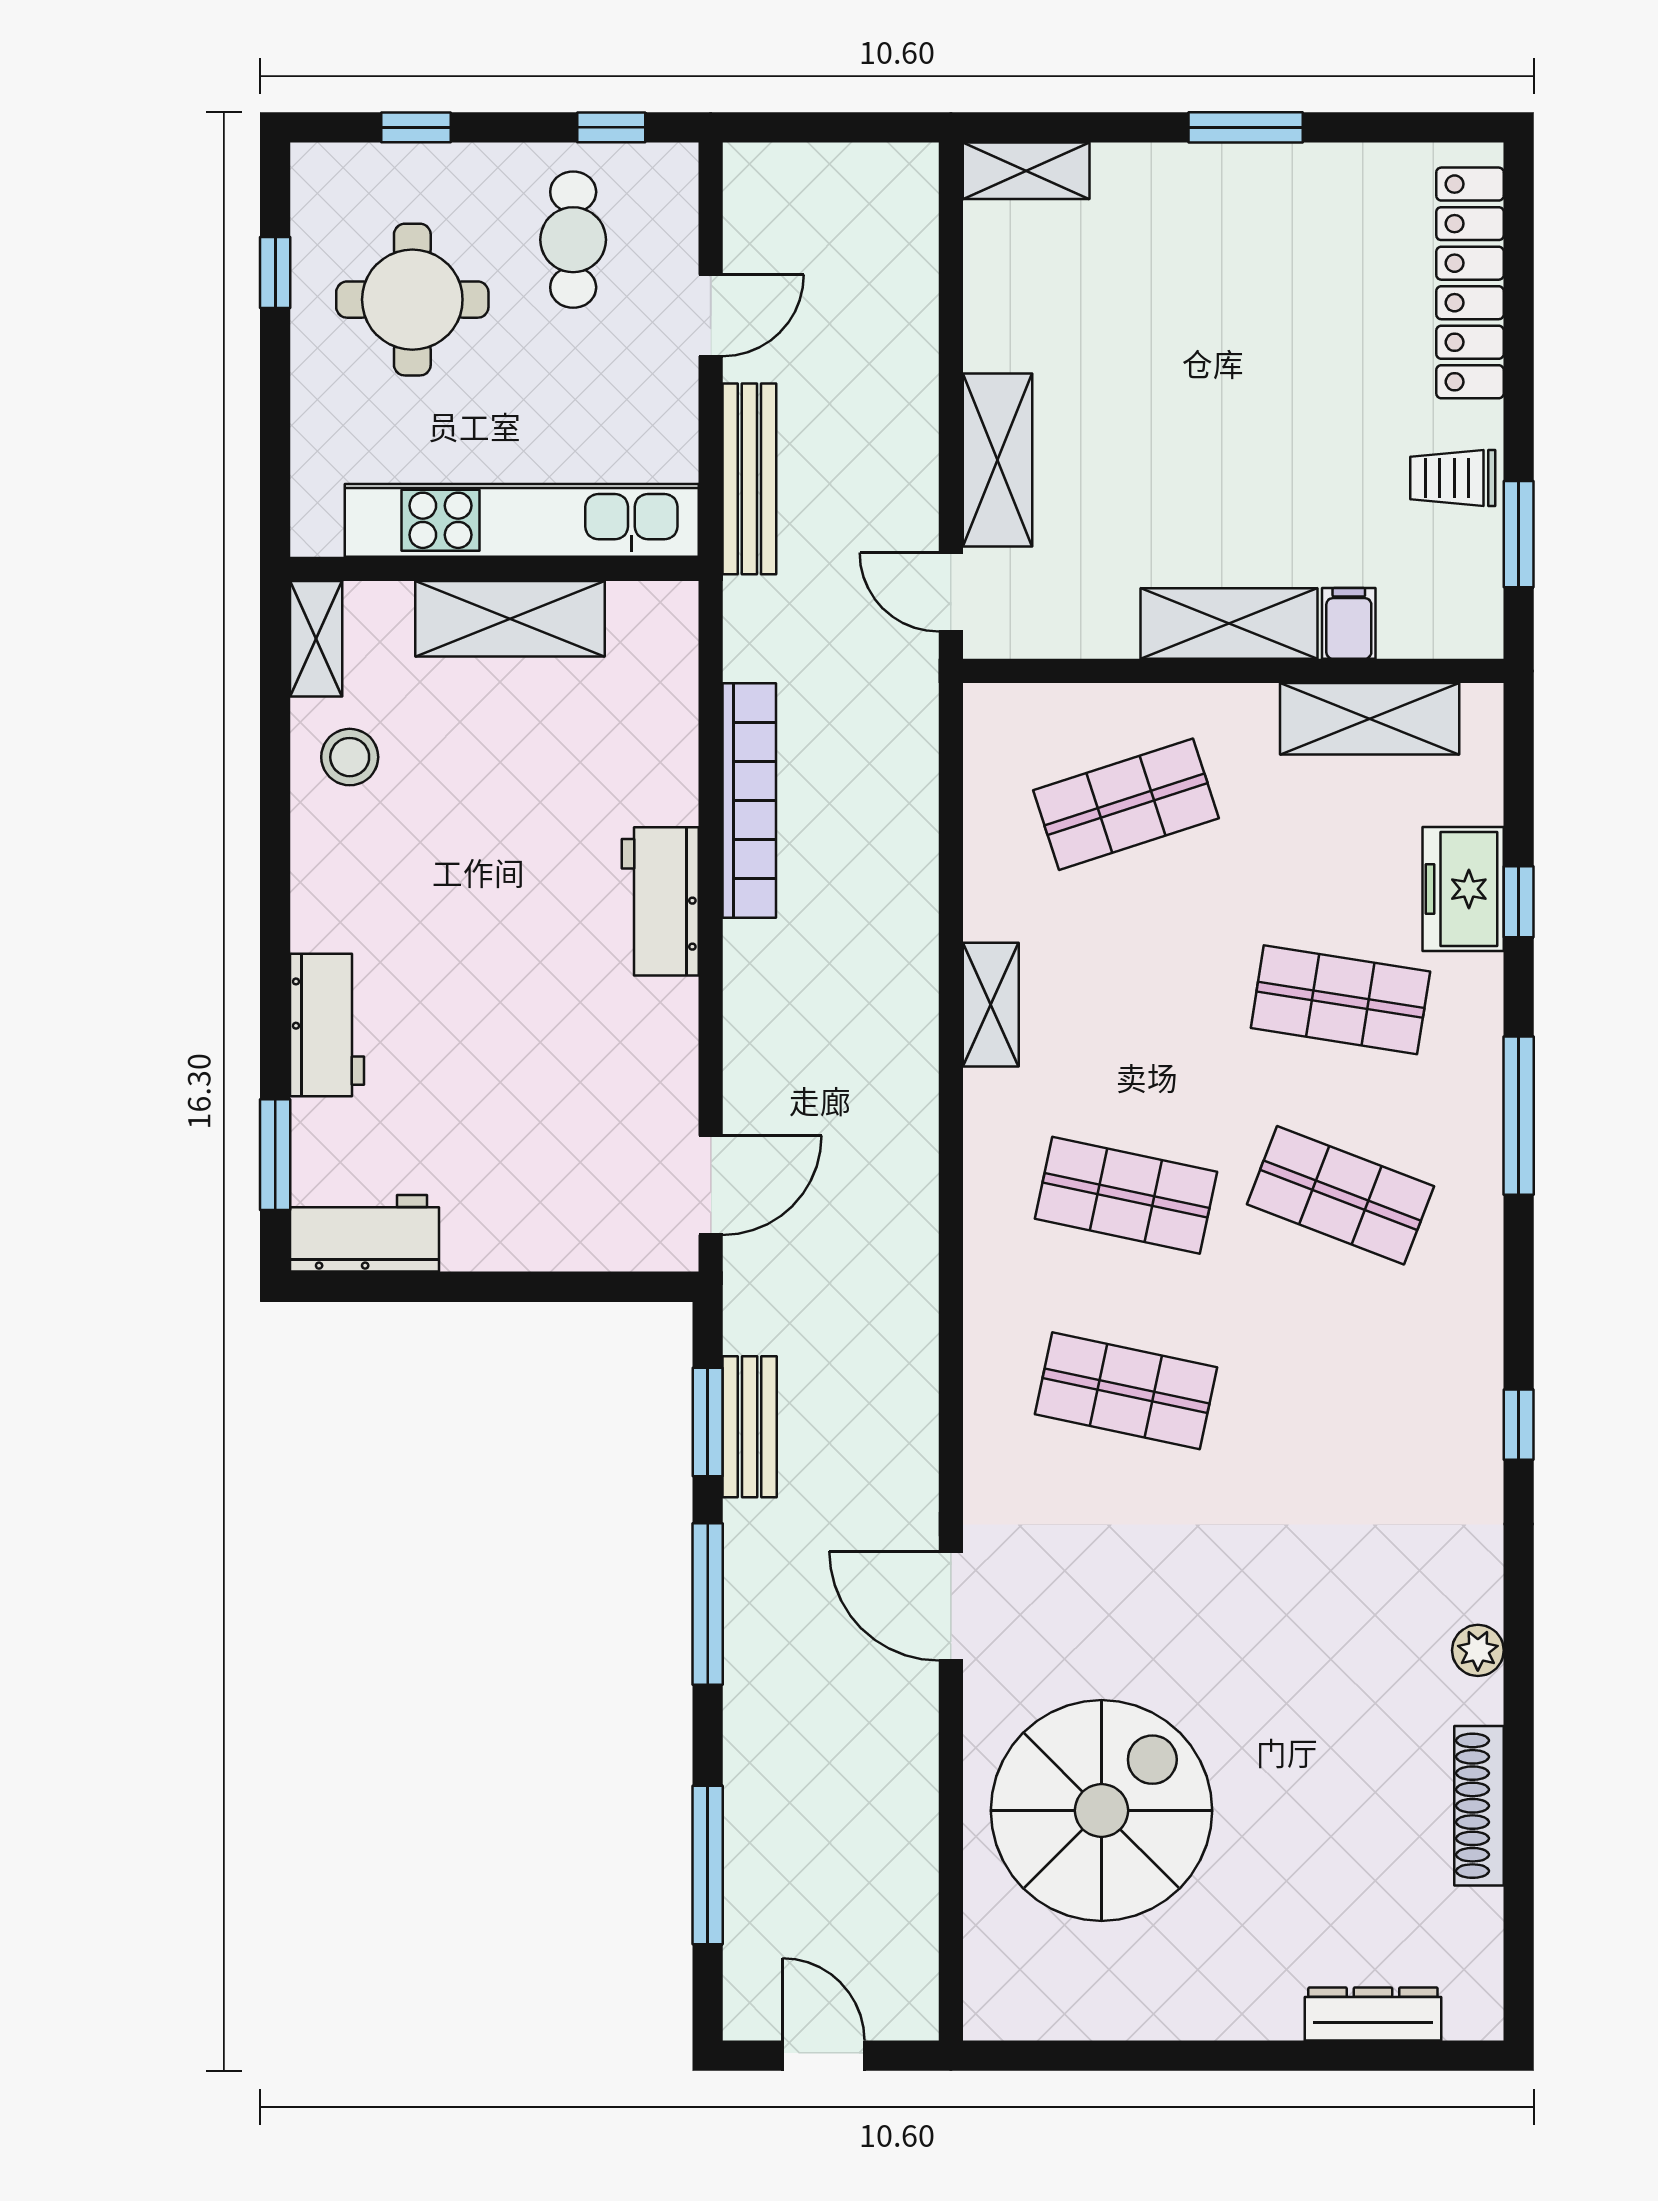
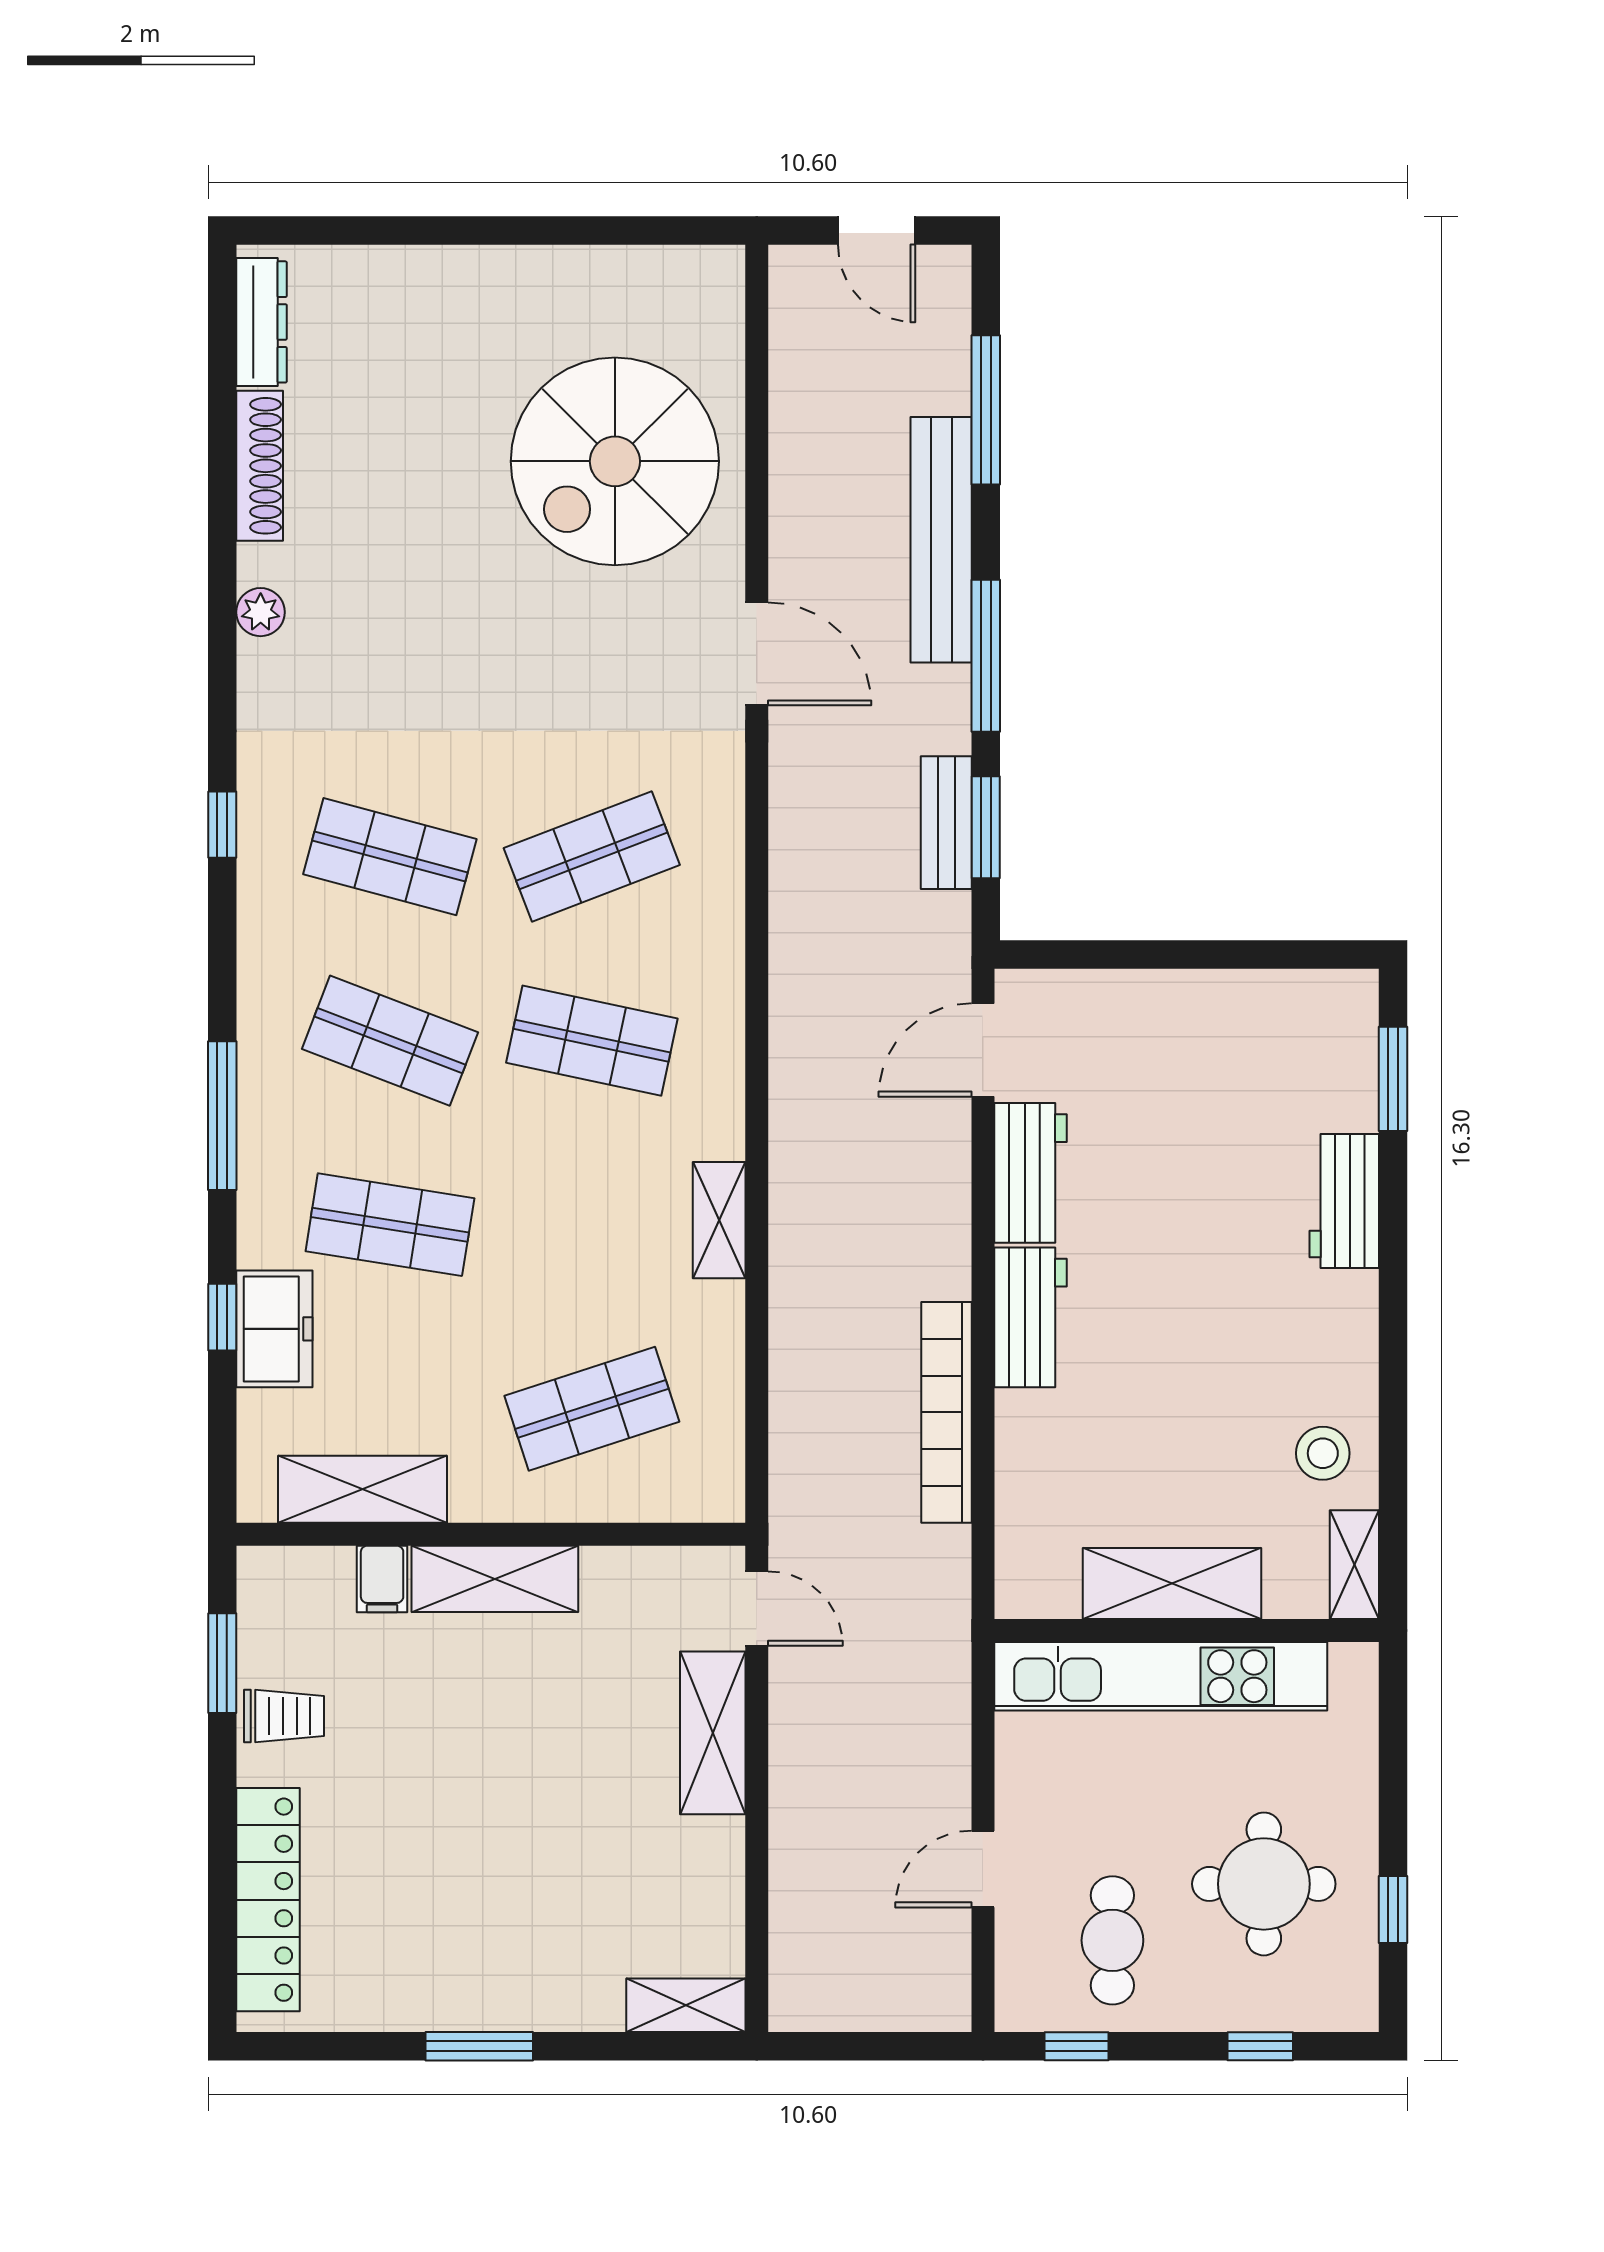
bench: (749, 479) -> (941, 540), moved, width x1.37, depth x1.21
workbench: (364, 1233) -> (1030, 1173), moved, turned -90
shop shelf: (1126, 1391) -> (592, 857), turned -33
shop shelf: (1340, 1391) -> (390, 857), added
dresser: (1373, 2014) -> (261, 322), moved, turned -90

